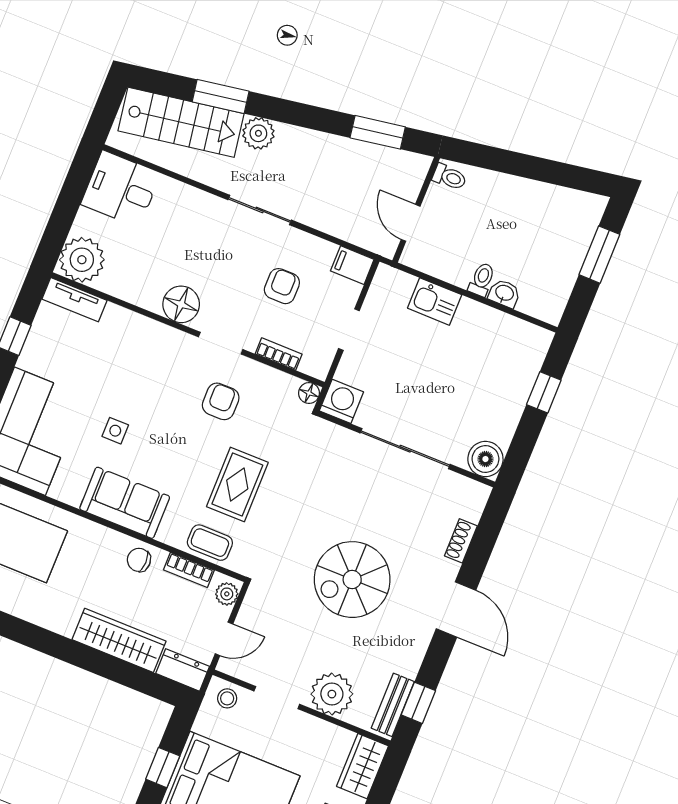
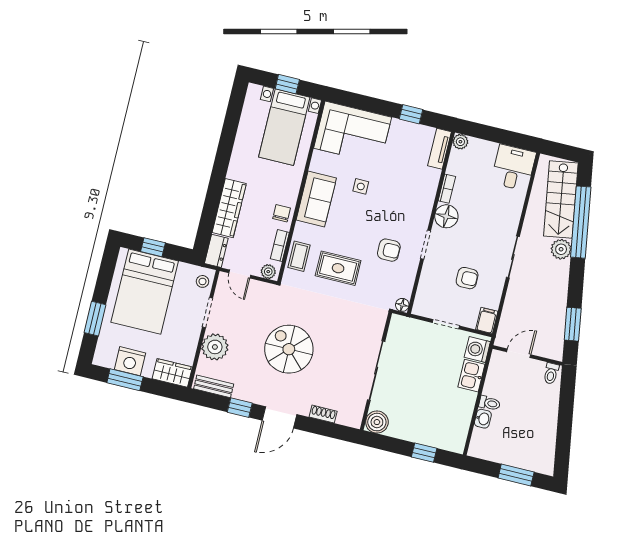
window: (221, 96) -> (581, 222), width x2.11
plant: (82, 260) -> (460, 142), width x0.53, depth x0.53
bookcase: (279, 354) -> (447, 189), moved
washing machine: (341, 401) -> (477, 349), moved, turned 180
window: (418, 703) -> (240, 408), moved

